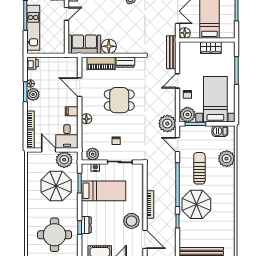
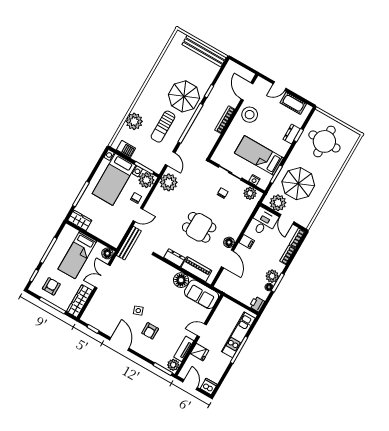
wardrobe: (211, 48) -> (80, 220), moved
floor lamp: (86, 119) -> (229, 242), moved

